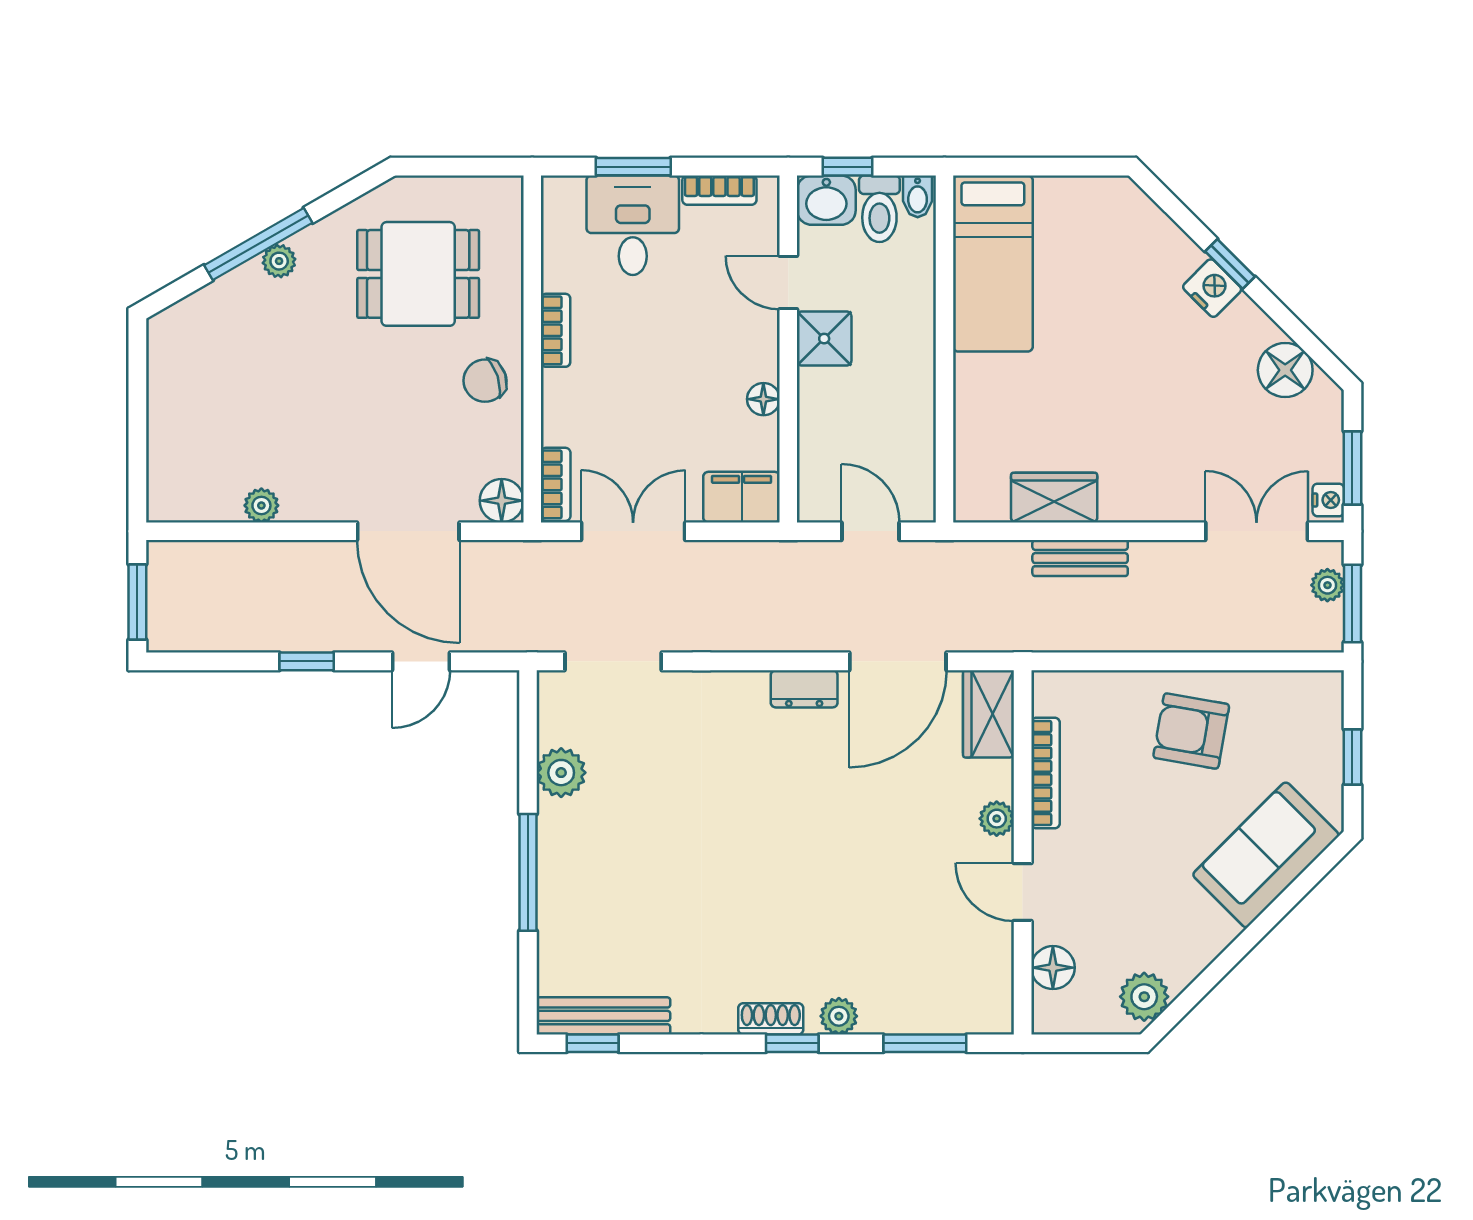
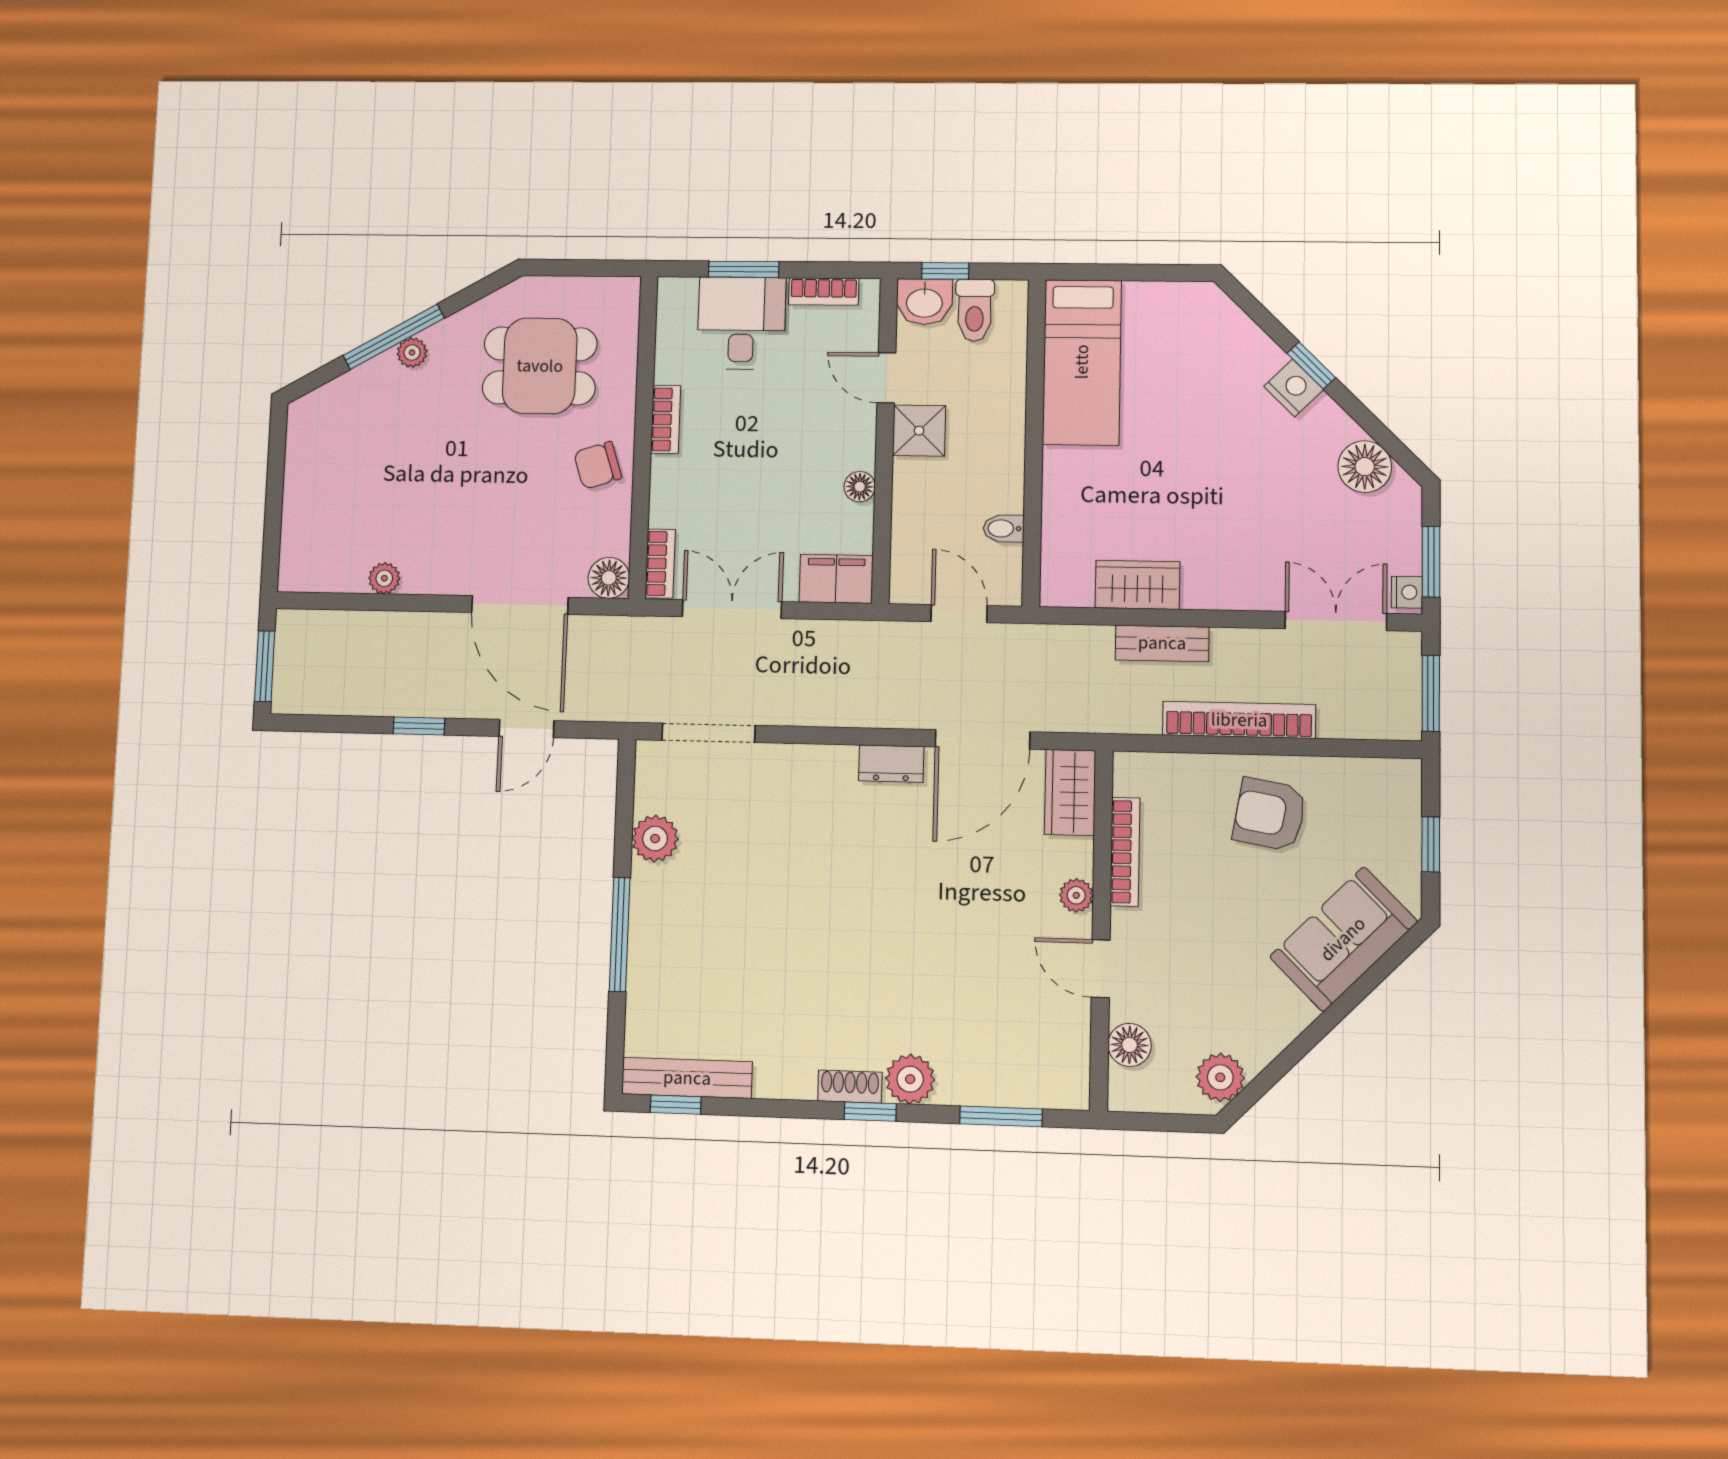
bidet: (918, 196) -> (1004, 528), moved, turned 90
plant: (1327, 585) -> (1406, 675), removed
bookcase: (1159, 635) -> (1239, 720), added
plant: (839, 1016) -> (910, 1079), width x1.38, depth x1.38

